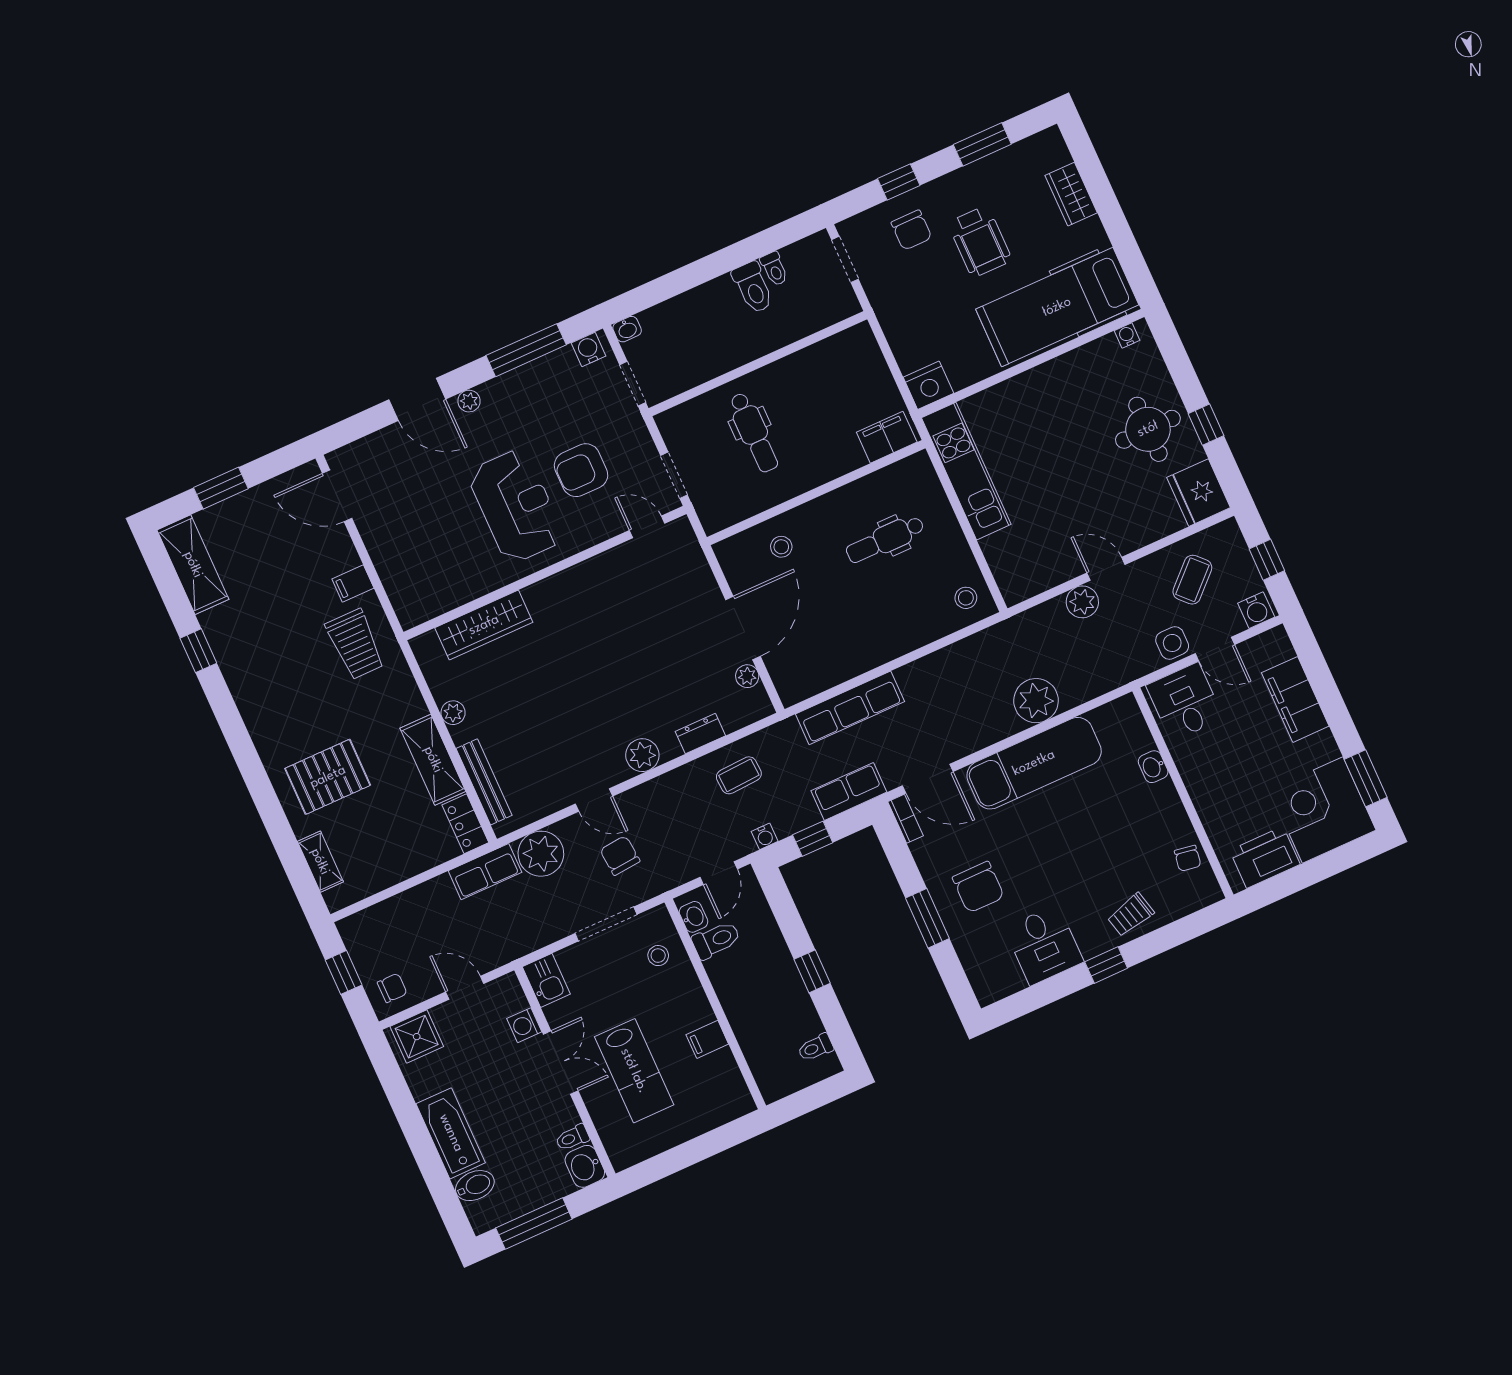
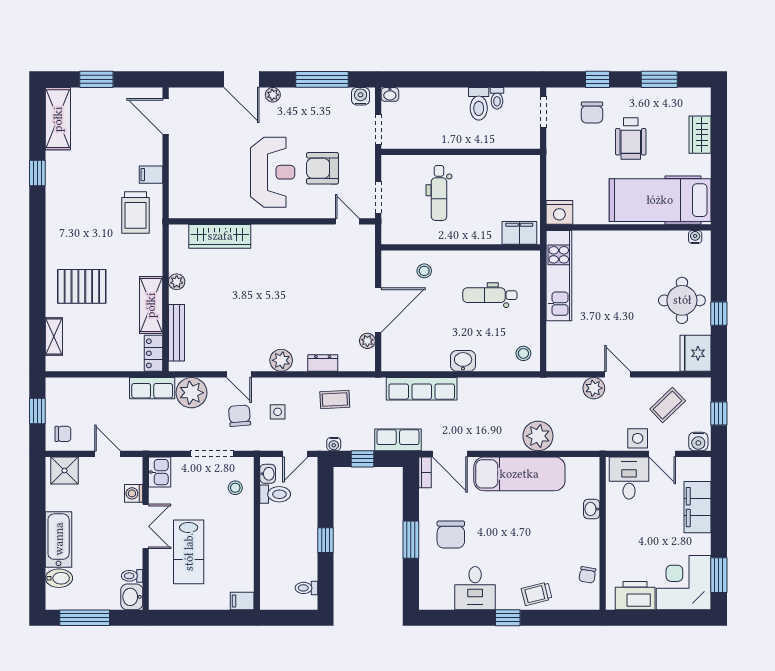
washbasin: (889, 645) -> (463, 361), added
side table: (669, 827) -> (278, 412), added
filing cabinet: (707, 1039) -> (242, 601), moved

